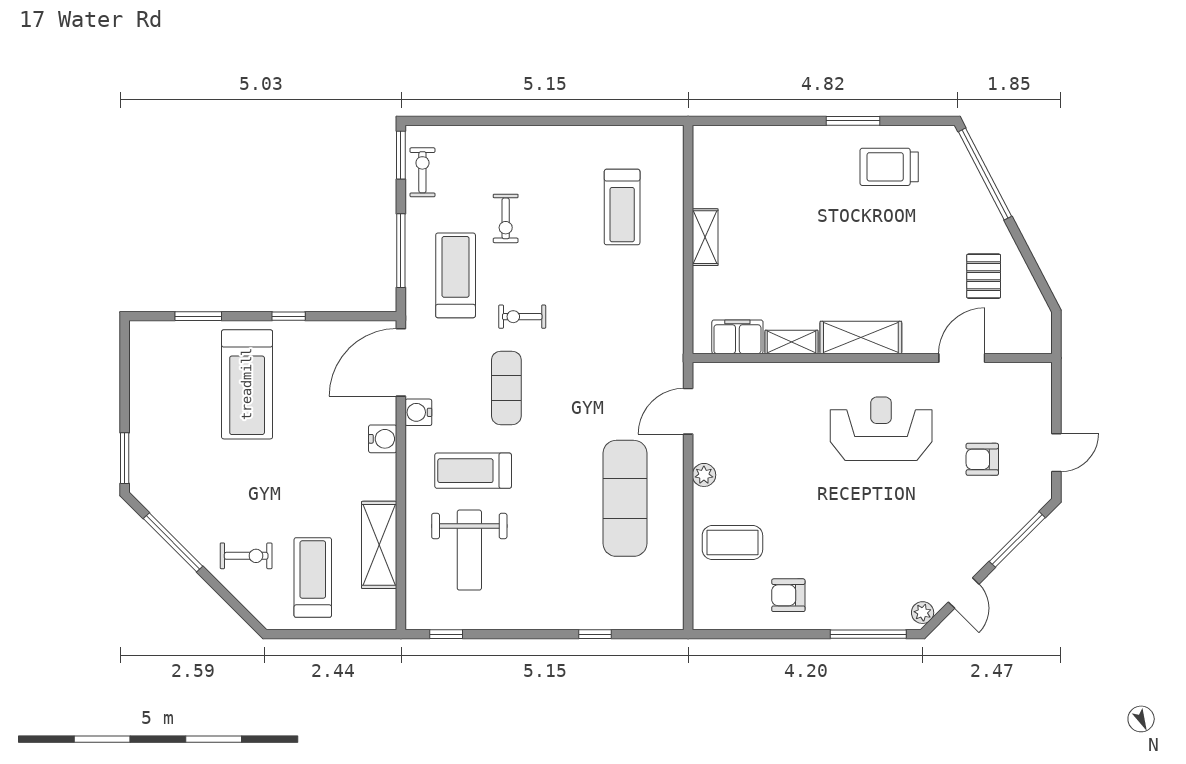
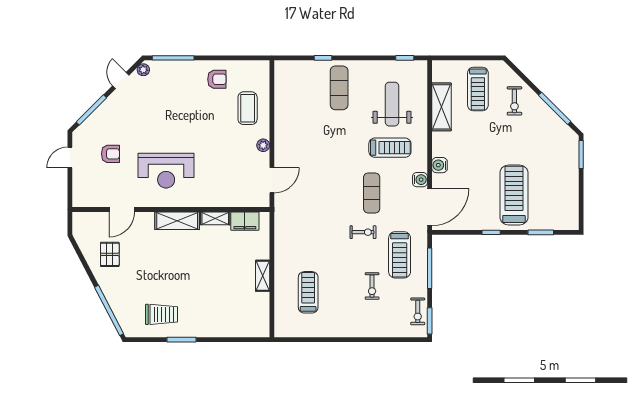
exercise bike: (506, 218) -> (372, 286), turned 180
exercise mat: (625, 498) -> (339, 88), moved, width x0.73, depth x0.69
coffee table: (732, 543) -> (248, 108), turned 90
exercise bike: (246, 556) -> (514, 101), turned -90

